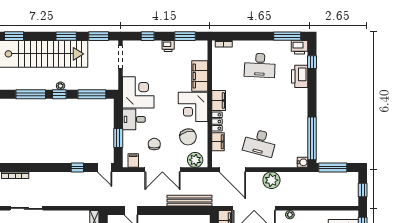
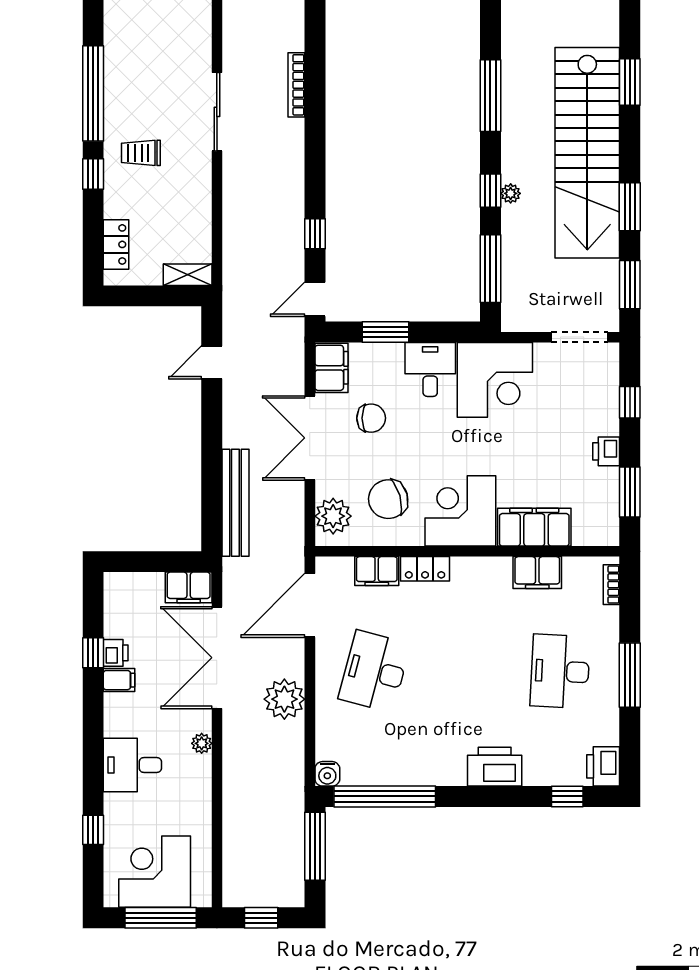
window: (287, 36) -> (630, 675), moved
printer: (300, 76) -> (495, 767), moved
window: (31, 94) -> (490, 96), moved
filing cabinet: (219, 100) -> (537, 573), moved
filing cabinet: (133, 161) -> (331, 368), width x2.00

